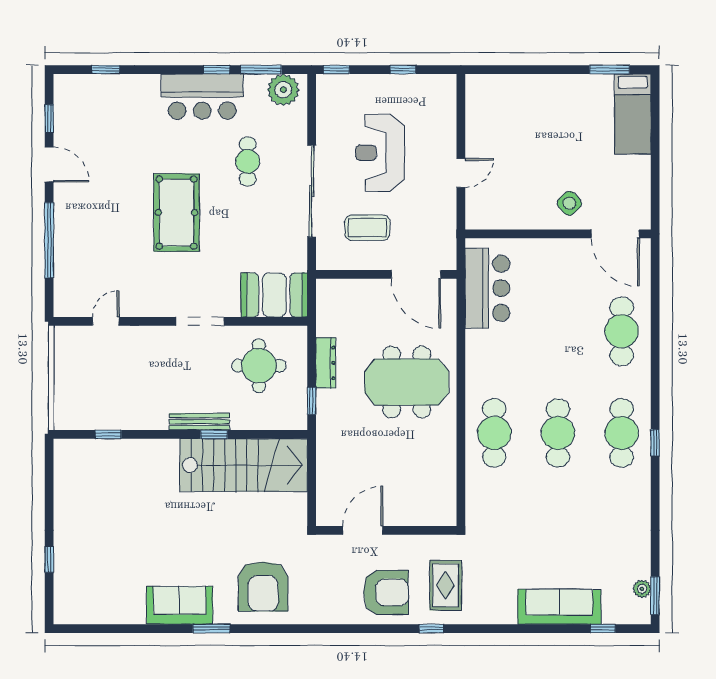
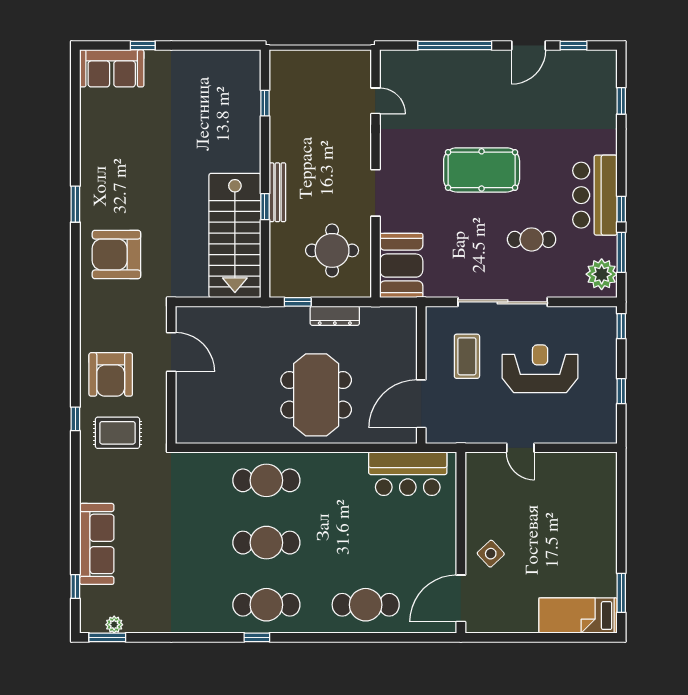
sofa: (180, 605) -> (112, 68), moved, turned 90

